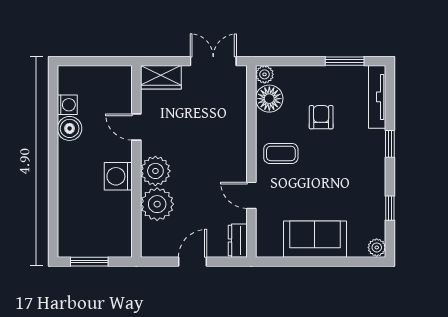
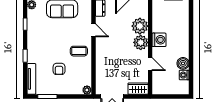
floor lamp: (269, 99) -> (85, 78), removed

